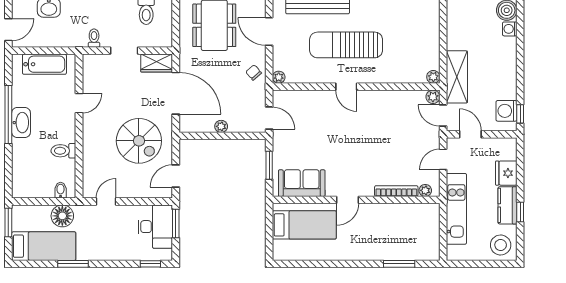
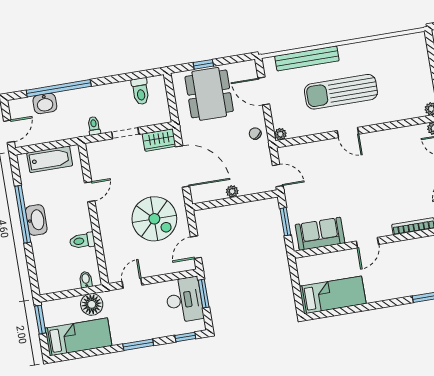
bed: (304, 225) -> (333, 295), moved
window: (73, 264) -> (138, 345), moved

